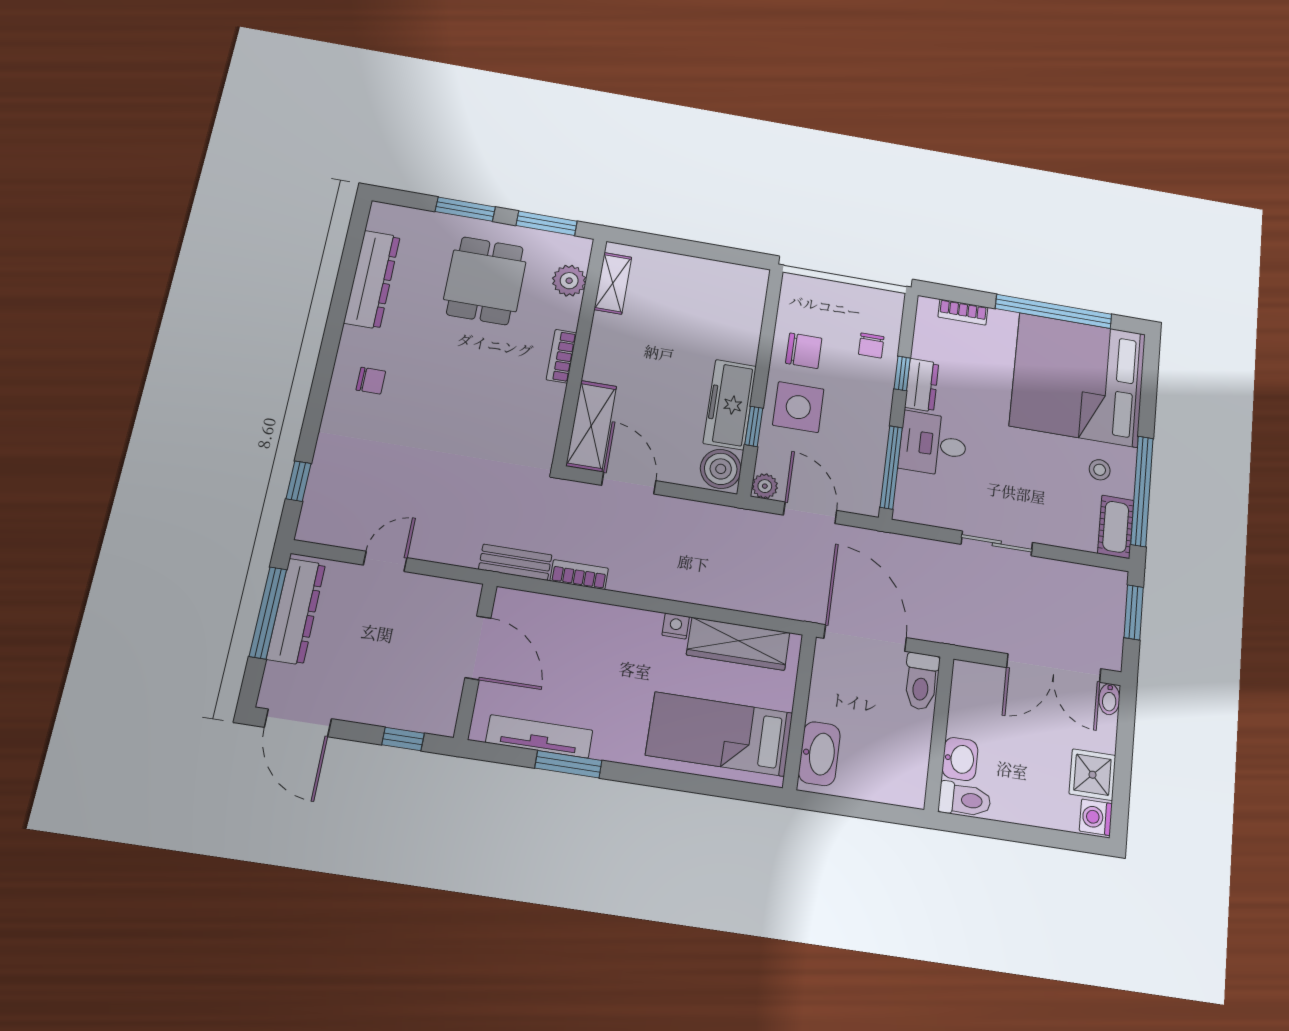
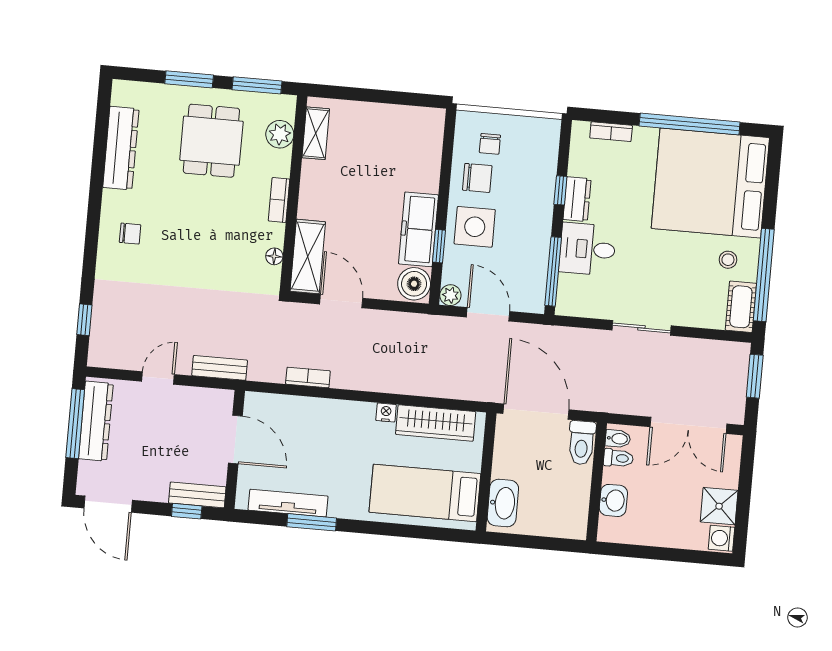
chair: (871, 346) -> (490, 144), moved
floor lamp: (550, 422) -> (274, 256), added
bench: (515, 562) -> (220, 368), moved
bidet: (1109, 699) -> (618, 439), moved, turned -90
bench: (420, 718) -> (197, 495), added
toilet: (965, 800) -> (618, 458), moved, width x0.73, depth x0.72

